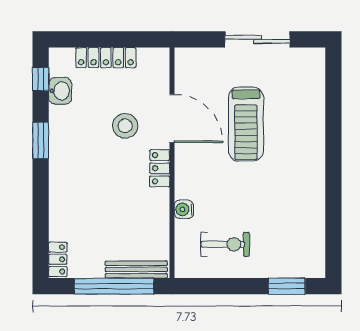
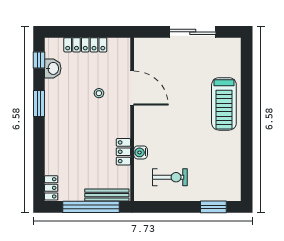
treadmill: (246, 124) -> (224, 104), moved
stool: (125, 126) -> (99, 93), width x0.53, depth x0.53
locker: (160, 168) -> (123, 152), moved

